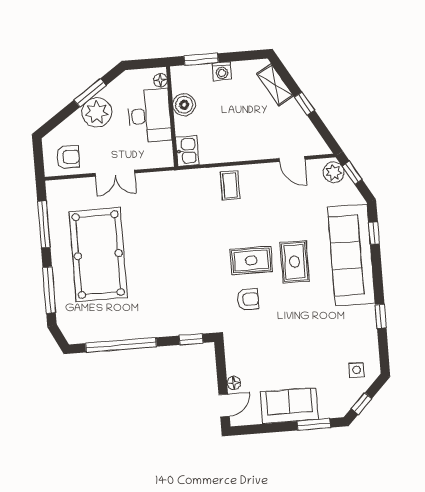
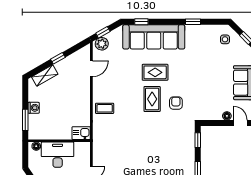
boiler: (184, 105) -> (52, 133), removed

